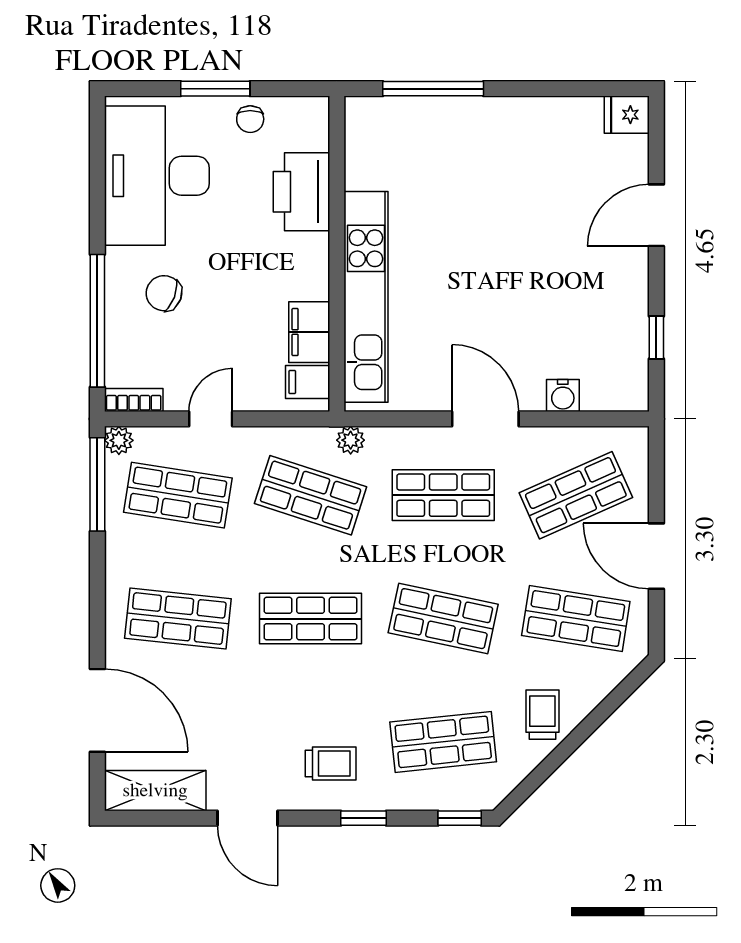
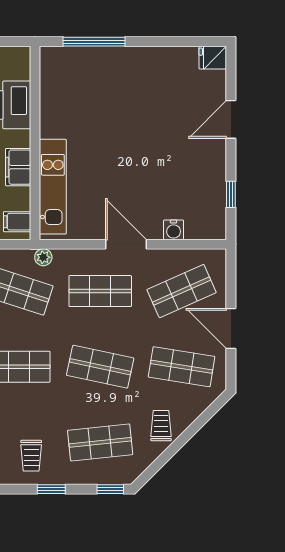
kitchen unit: (366, 297) -> (53, 187), width x0.73
filing cabinet: (309, 332) -> (18, 167), moved
trolley: (331, 764) -> (31, 456), turned 90

